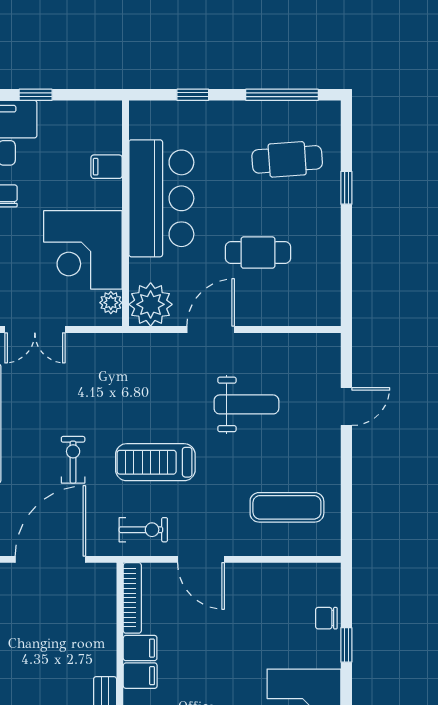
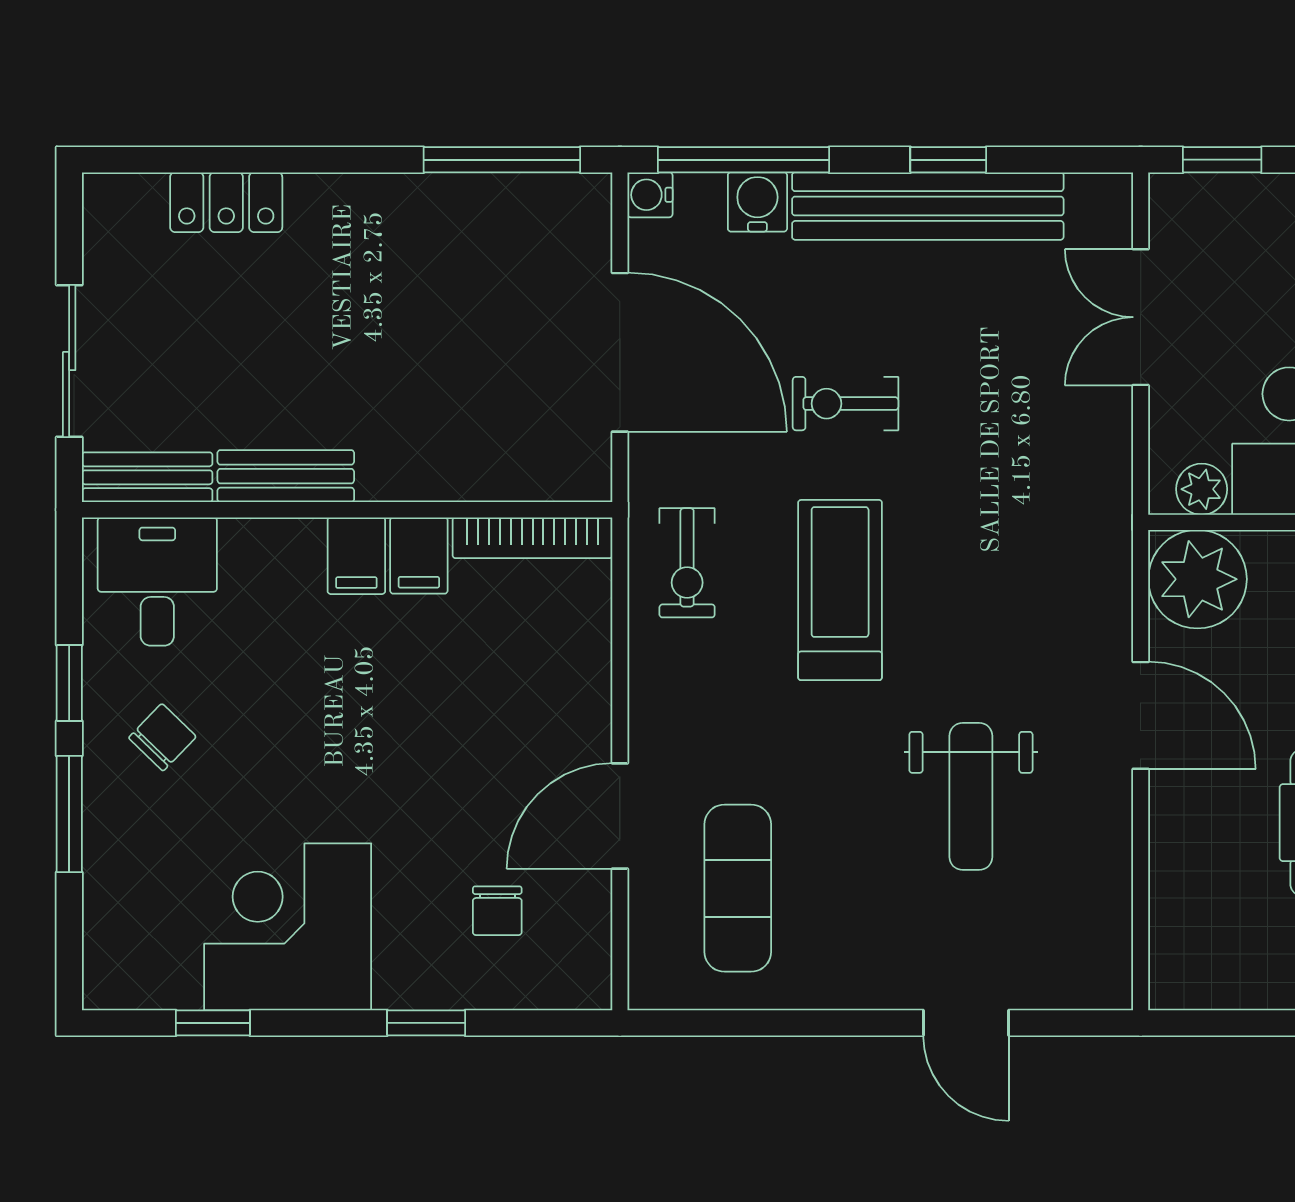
exercise bike: (73, 460) -> (846, 404), turned 180
door: (201, 559) -> (620, 816), moved
chair: (326, 618) -> (497, 911), moved, turned 180

